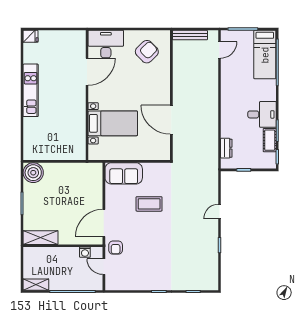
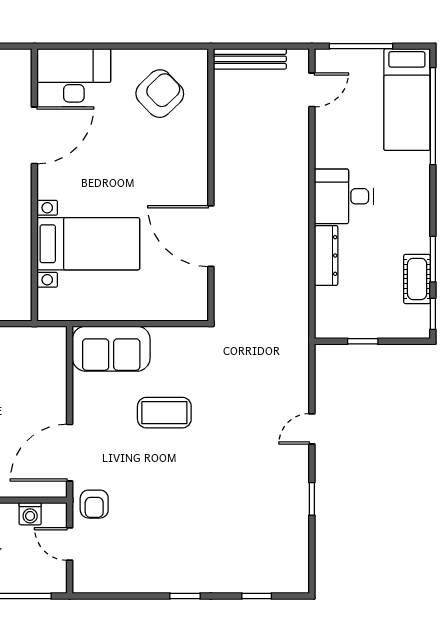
desk: (262, 114) -> (344, 196), moved, turned 180
dresser: (226, 148) -> (326, 256), moved, width x1.44

